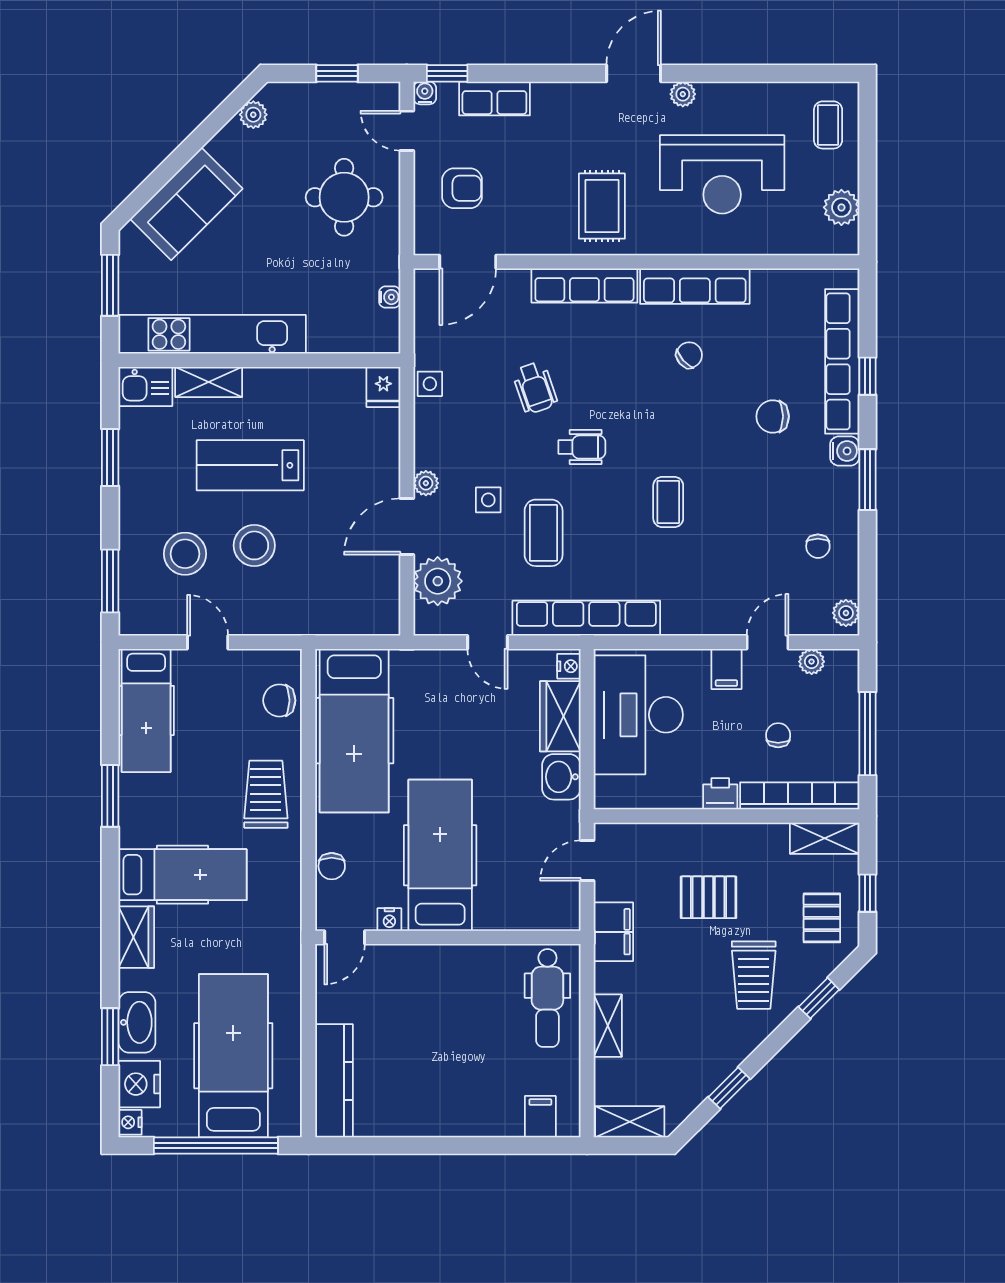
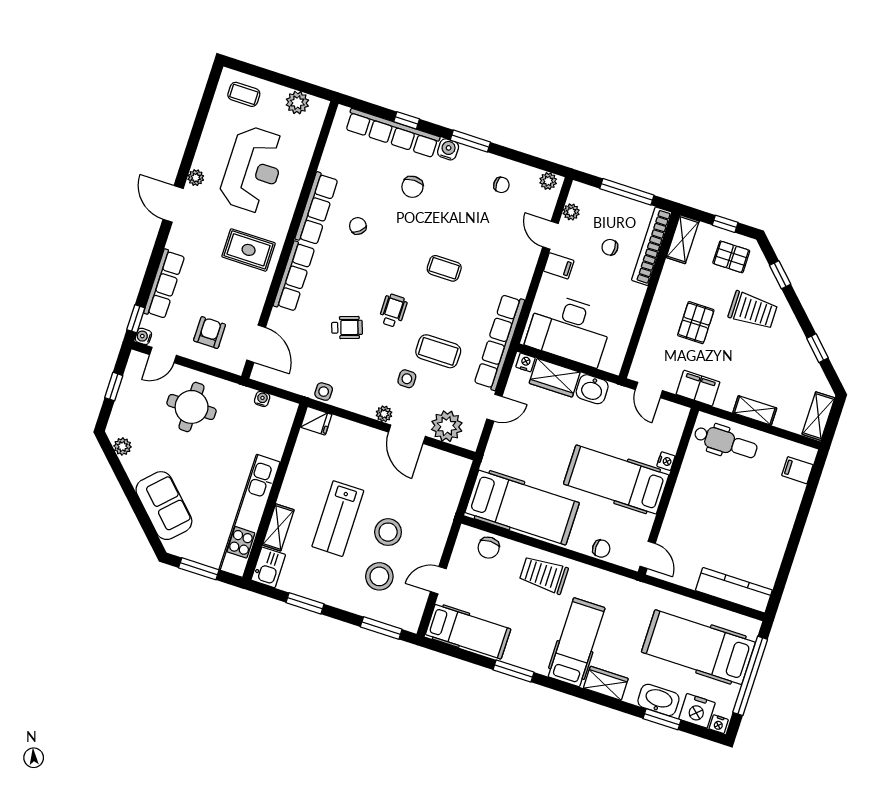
row of seats: (494, 99) -> (164, 284), width x1.48
printer: (720, 794) -> (634, 295), removed
nightstand: (389, 919) -> (666, 461), moved

